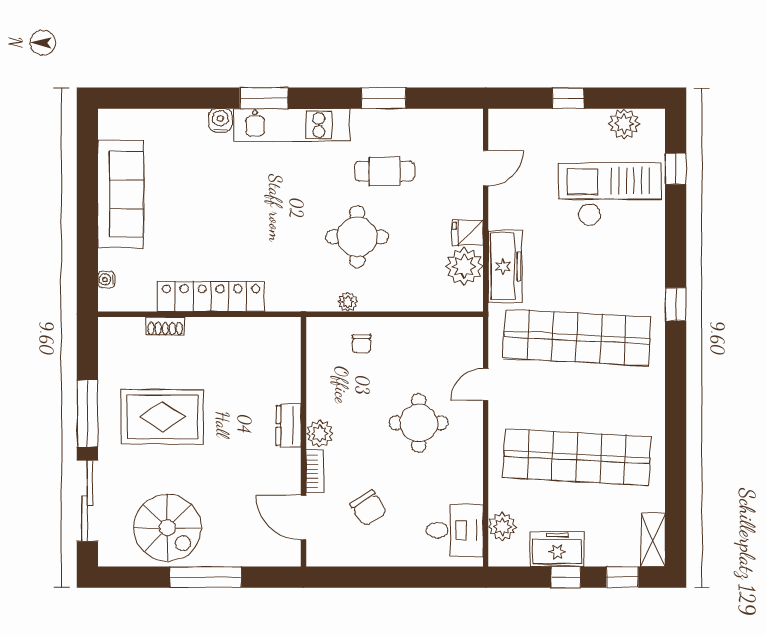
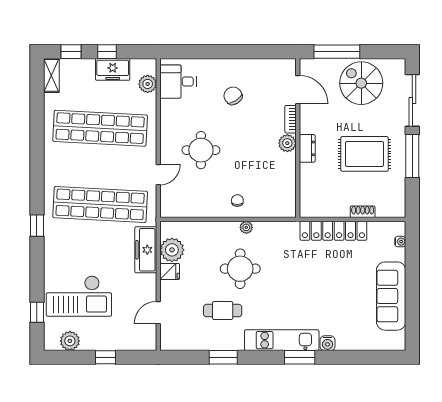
dresser: (289, 426) -> (307, 148), moved
plant: (320, 434) -> (287, 143), moved
wall: (303, 442) -> (298, 138), moved
bookcase: (315, 471) -> (291, 119), moved
door: (303, 518) -> (298, 90), moved

